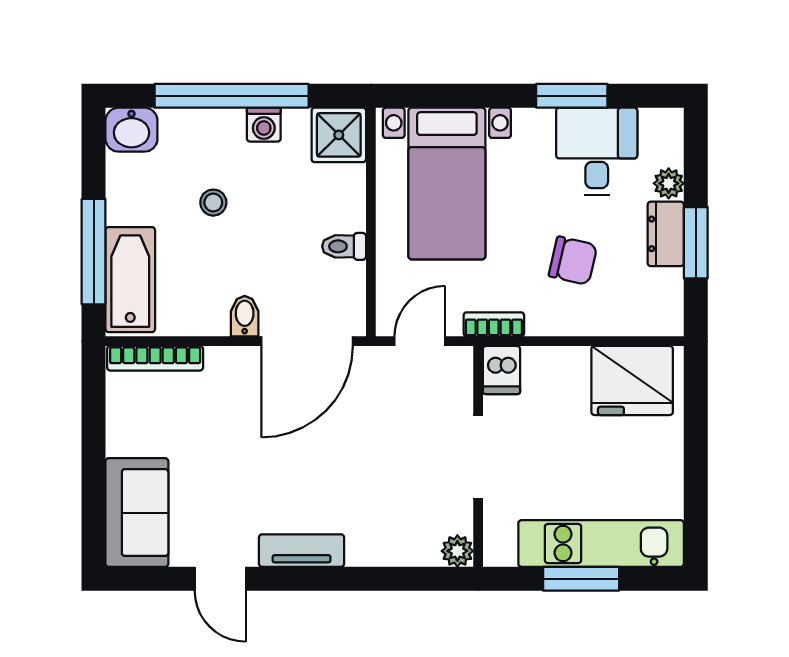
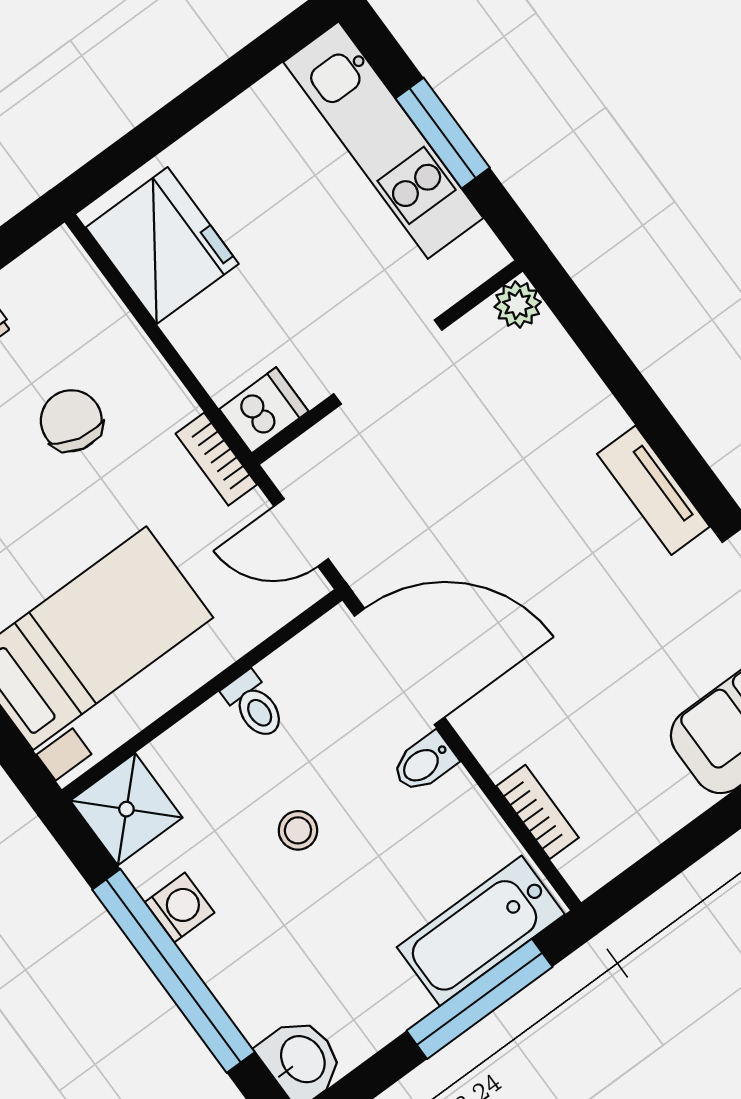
stool: (213, 203) -> (298, 830), moved
bookcase: (155, 358) -> (538, 812), width x0.64

